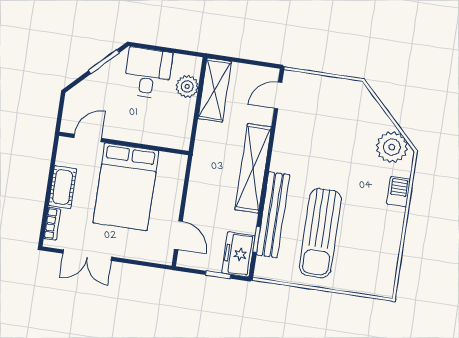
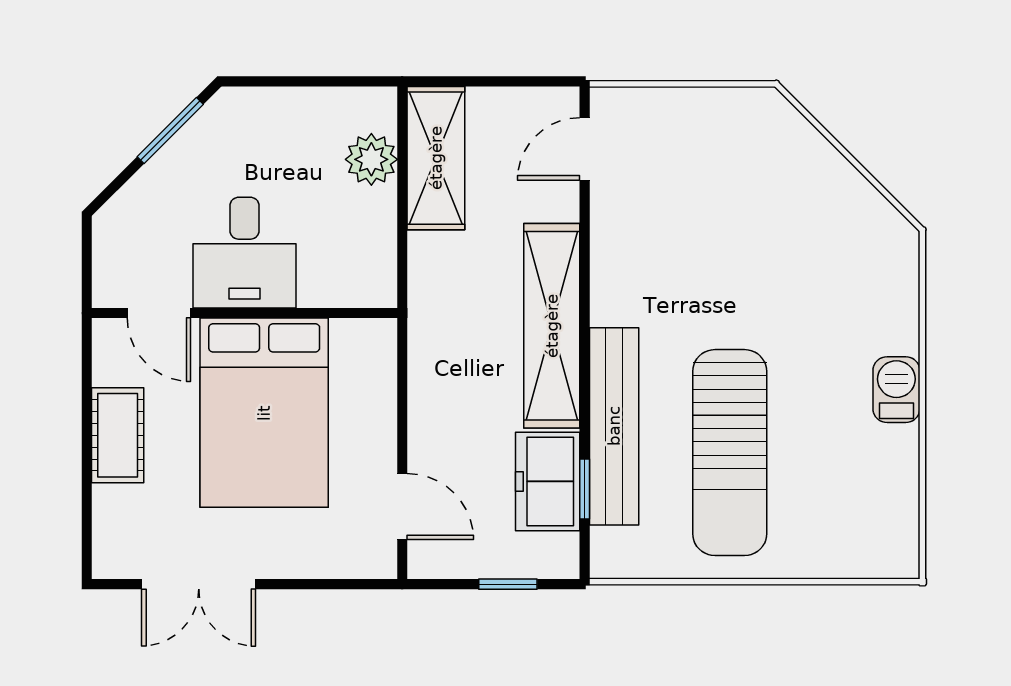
desk: (148, 73) -> (244, 253), moved, turned 180
door: (88, 138) -> (159, 313), swing flipped
plant: (392, 147) -> (866, 229), removed
barbecue: (399, 192) -> (896, 390), moved
bookcase: (52, 224) -> (106, 524), removed
freezer: (238, 254) -> (548, 481), moved

